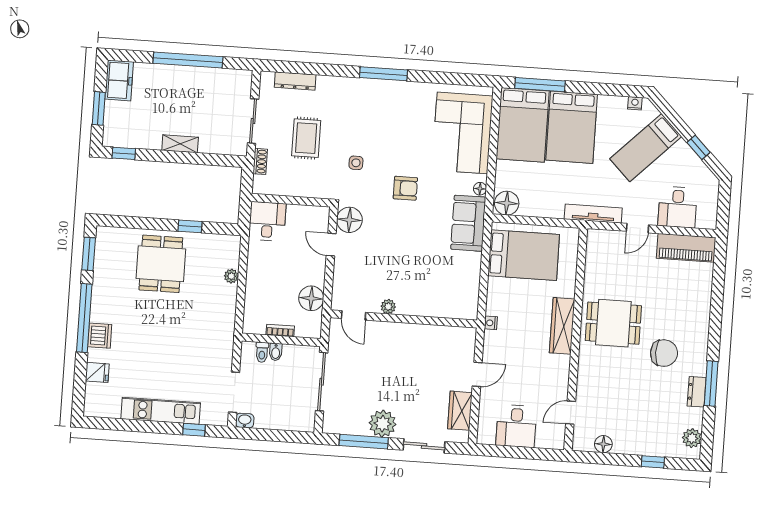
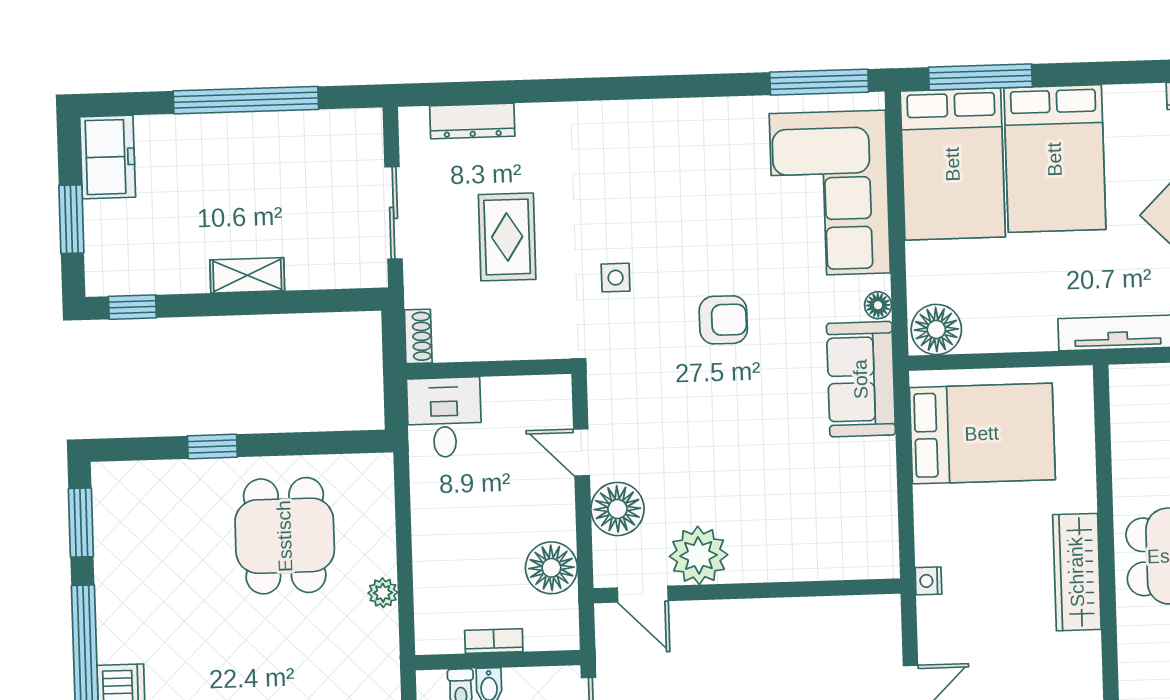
window: (383, 74) -> (819, 82), moved
shoe rack: (260, 161) -> (418, 336), moved
floor lamp: (349, 220) -> (617, 509), moved
window: (190, 226) -> (212, 447), moved
dining table: (161, 264) -> (285, 536), moved
plant: (231, 276) -> (383, 593), moved
plant: (388, 307) -> (699, 555), width x1.87, depth x1.87

